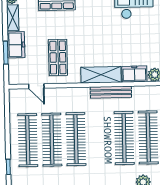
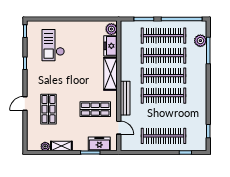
freezer: (16, 45) -> (99, 144), moved
door: (36, 86) -> (119, 128), hinge flipped
bench: (111, 92) -> (125, 98), moved
clothes rail: (52, 140) -> (163, 76), moved

